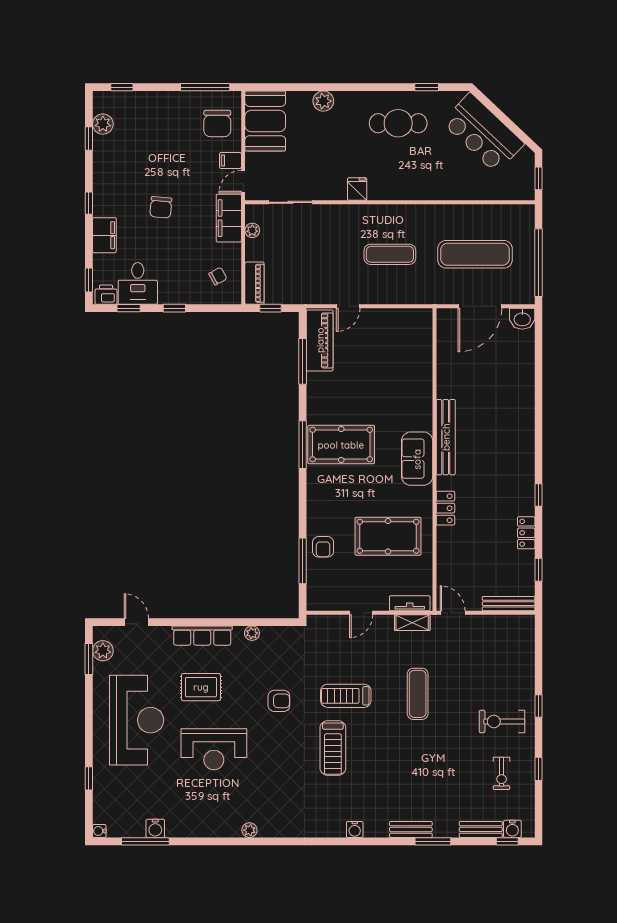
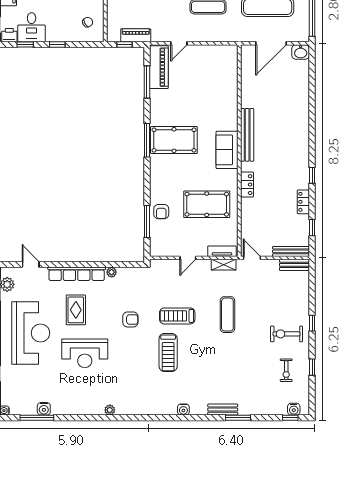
piano: (254, 283) -> (136, 35), moved, turned -90
row of seats: (202, 636) -> (77, 274), width x1.36
rug: (201, 687) -> (76, 310), turned 90
bench: (481, 829) -> (294, 265), moved

